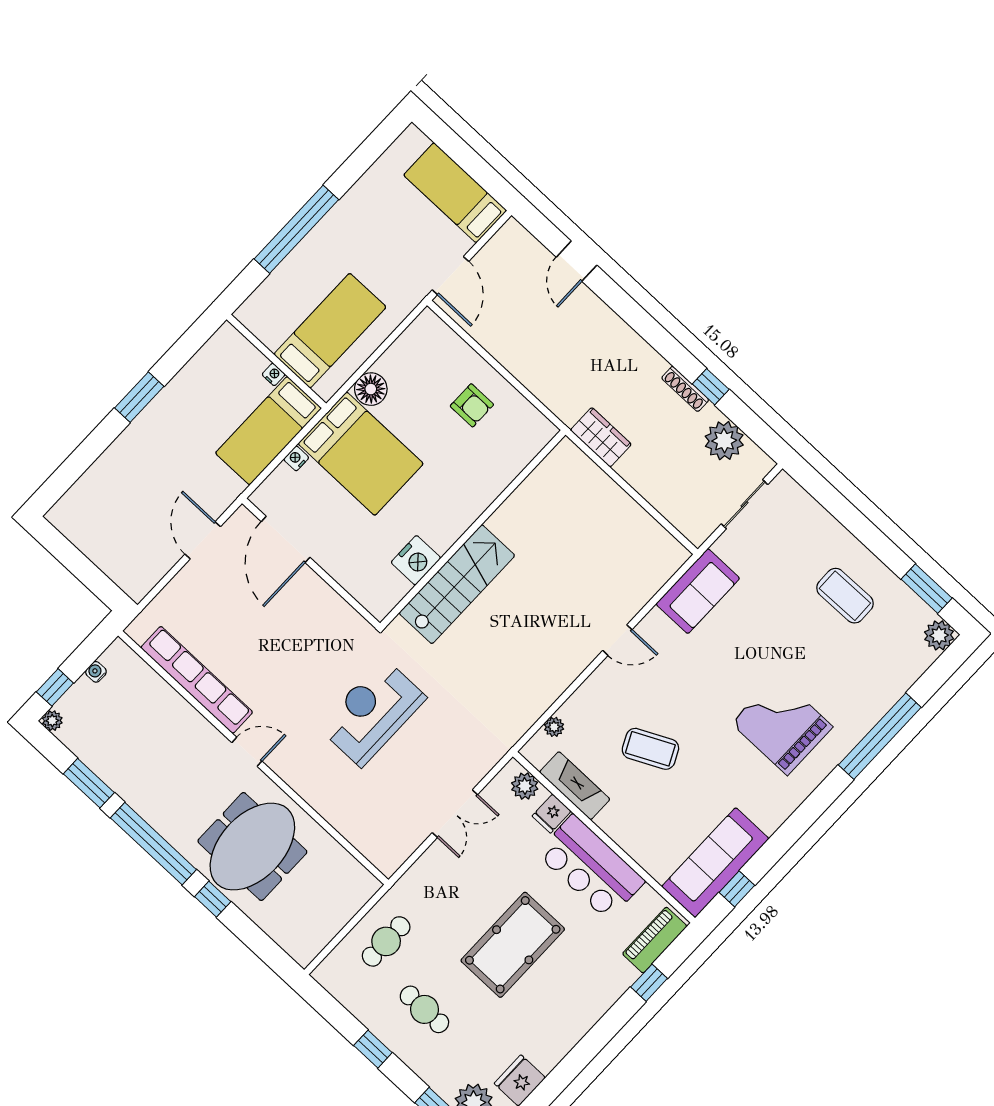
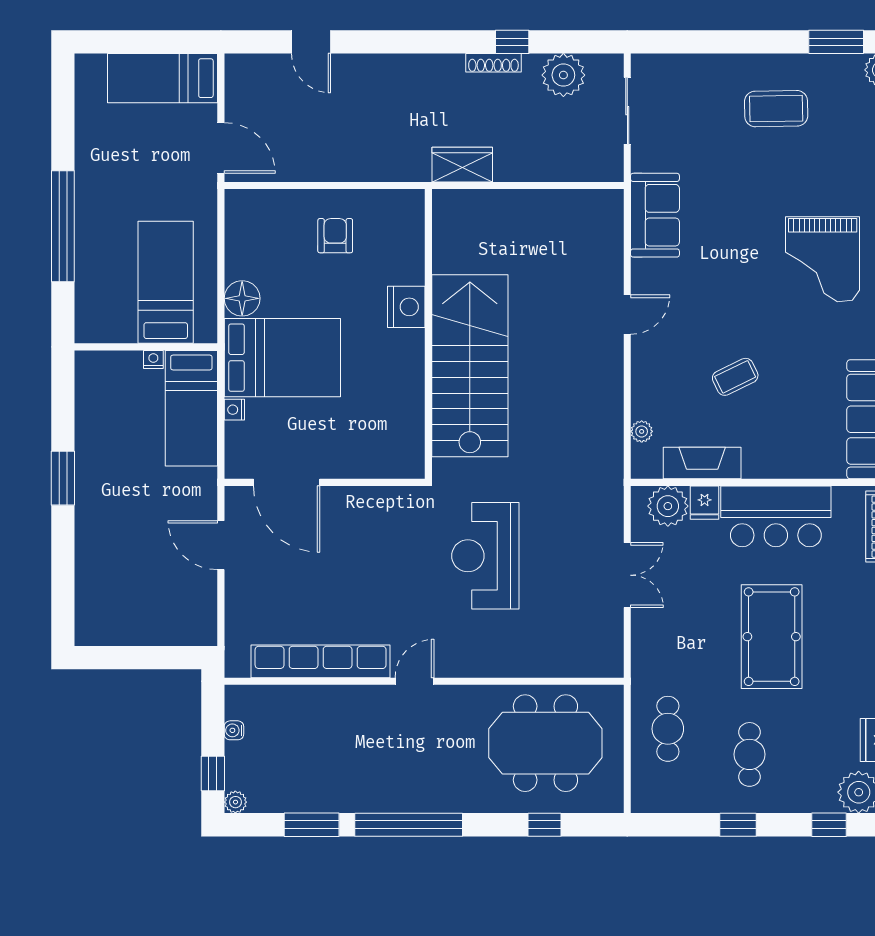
armchair: (472, 405) -> (335, 236), turned -90
nightstand: (416, 560) -> (406, 307), moved
stairs: (457, 584) -> (470, 366), width x1.36, depth x1.51
grand piano: (782, 725) -> (823, 259), turned -90
coffee table: (650, 749) -> (735, 377), width x0.73, depth x0.77
plant: (525, 786) -> (668, 506), width x1.36, depth x1.36
meeting table: (252, 847) -> (545, 743), moved, turned 90
window: (213, 899) -> (545, 825), moved
cafe table: (424, 1009) -> (749, 754), turned 90

